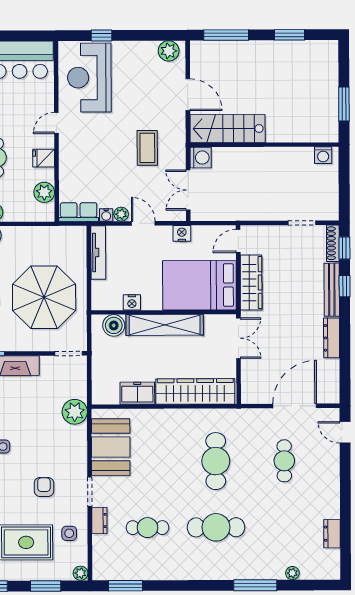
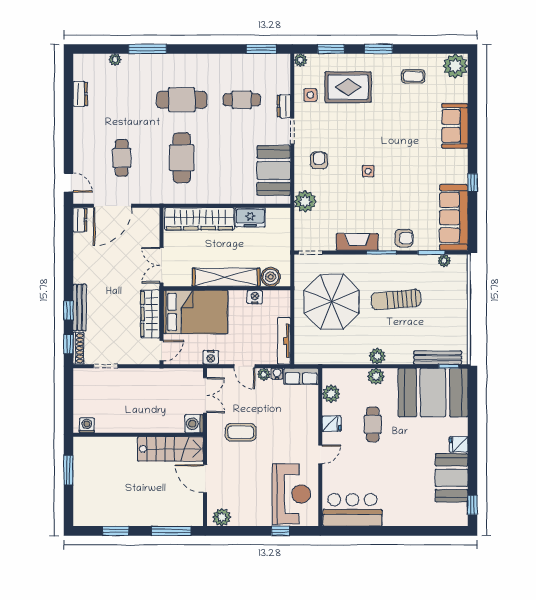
coffee table: (147, 148) -> (241, 432), turned 90
dresser: (332, 338) -> (80, 220), moved, width x0.70
armchair: (44, 487) -> (319, 160), moved, turned 180

